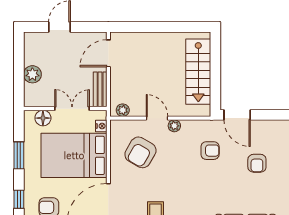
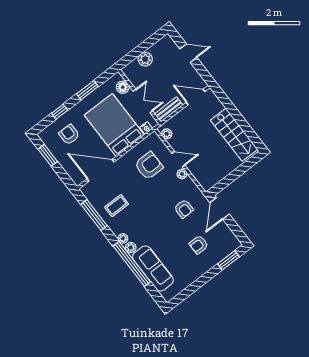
stairs: (198, 72) -> (234, 135), moved, turned -90
door: (157, 118) -> (178, 159), hinge flipped
armchair: (140, 152) -> (149, 166), turned 150

